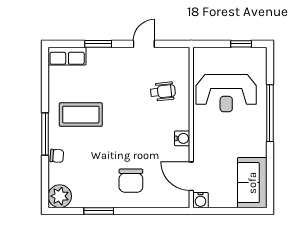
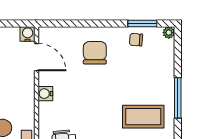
chair: (57, 156) -> (136, 40), moved
plant: (60, 196) -> (169, 33), width x0.53, depth x0.53
window: (99, 211) -> (142, 23), moved

